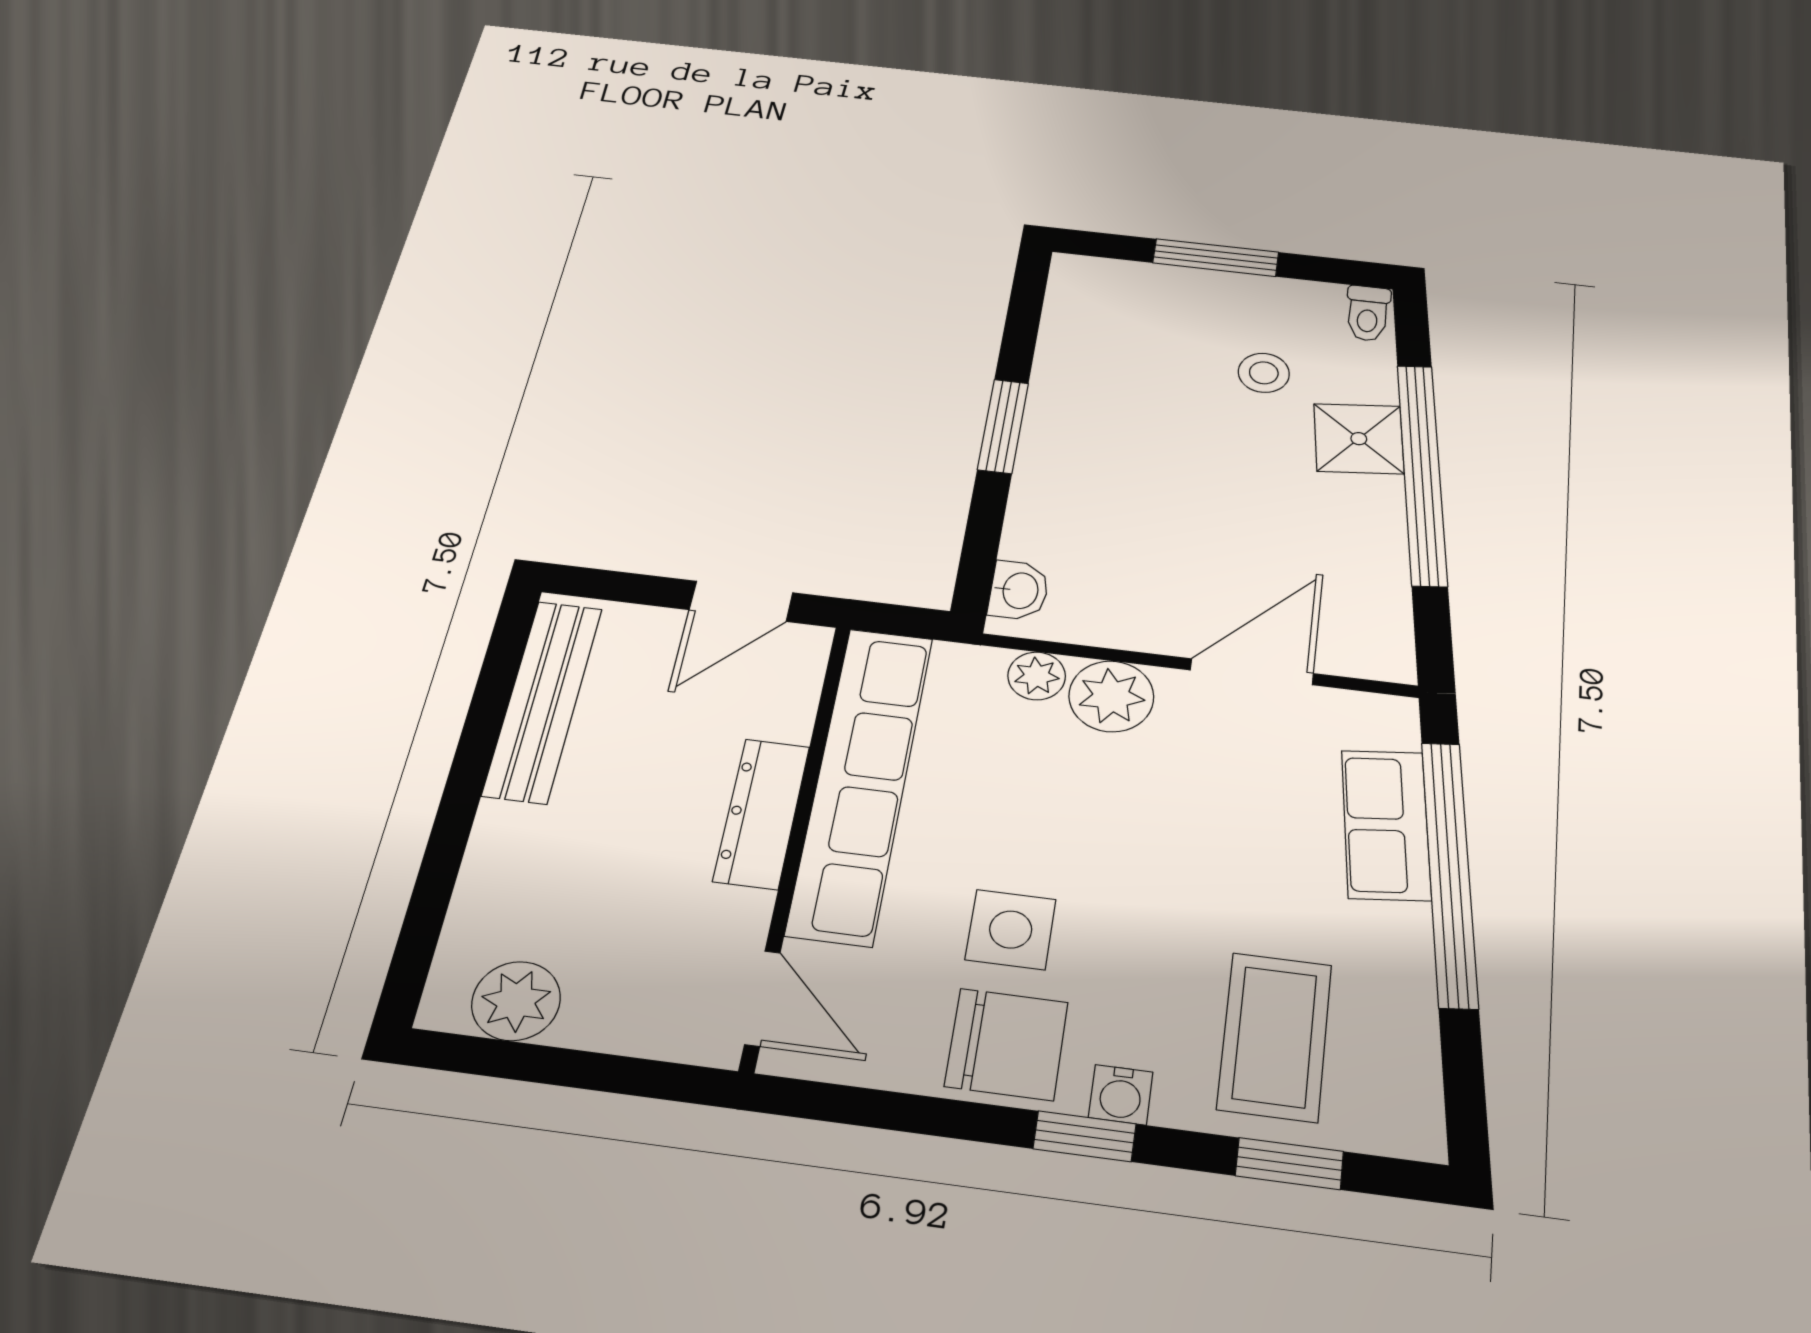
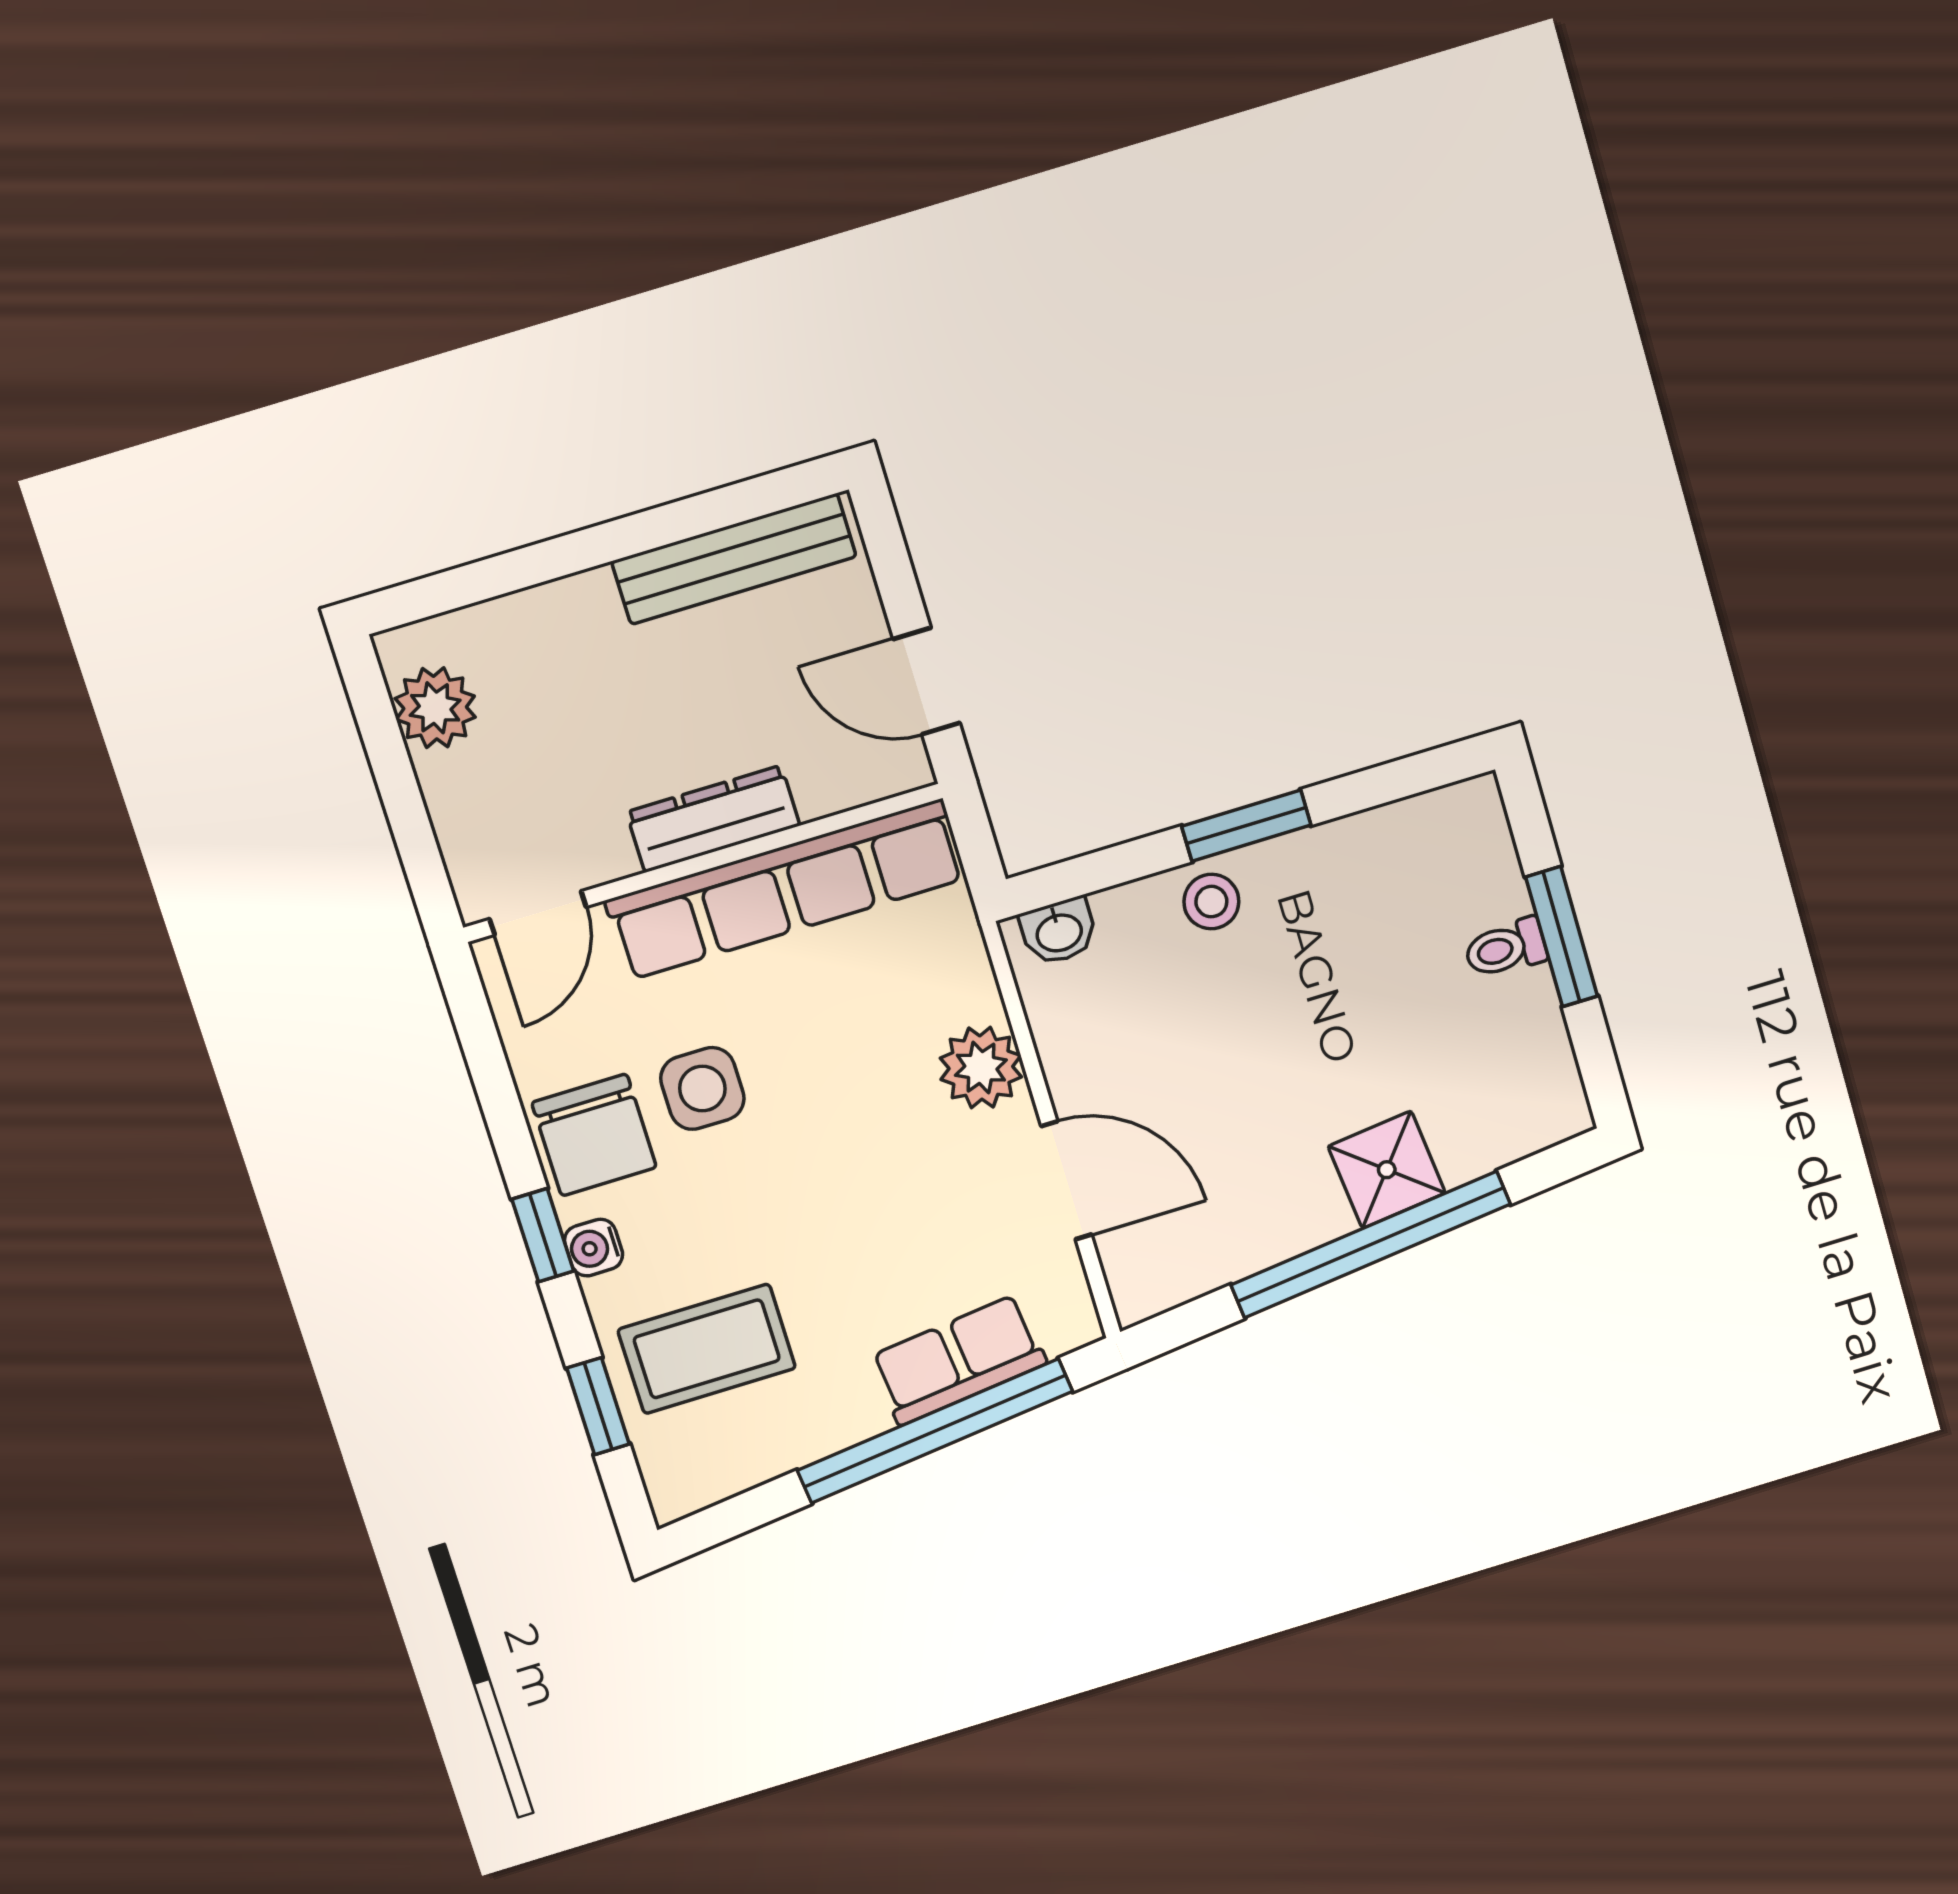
toilet: (1368, 313) -> (1506, 948), moved
stool: (1264, 373) -> (1211, 902), moved
plant: (1037, 676) -> (972, 991), removed

